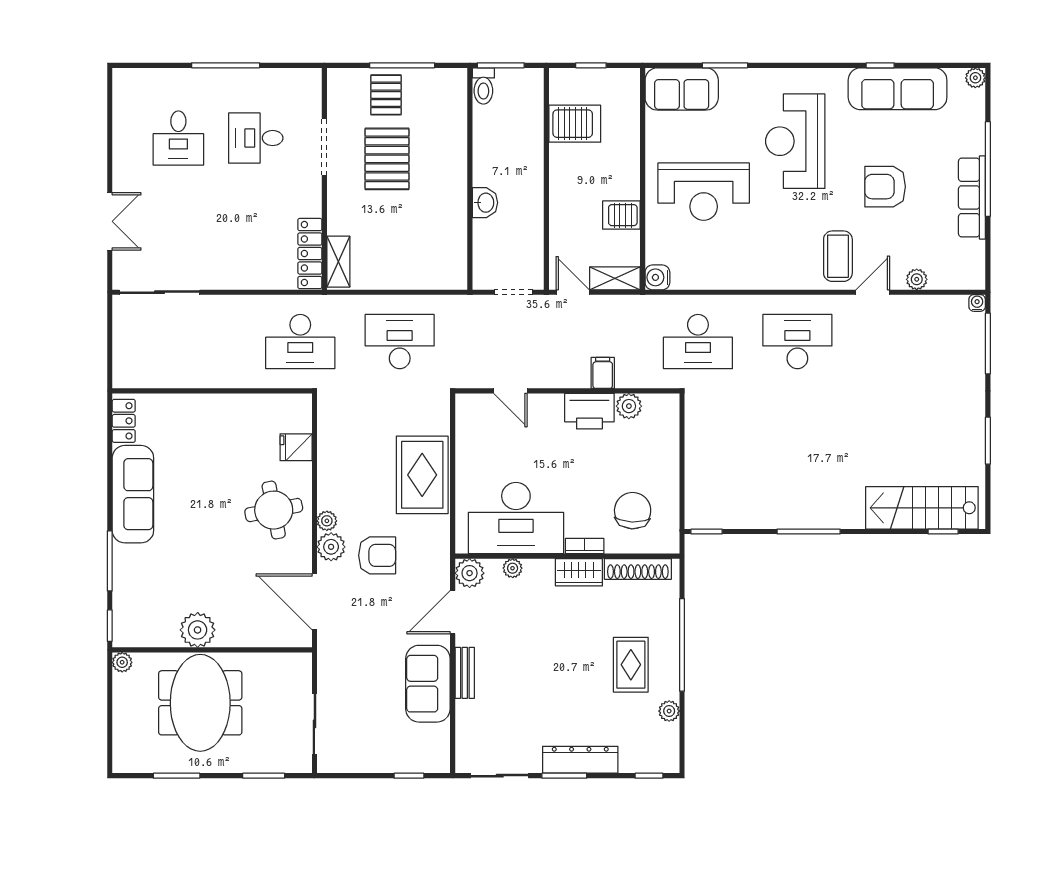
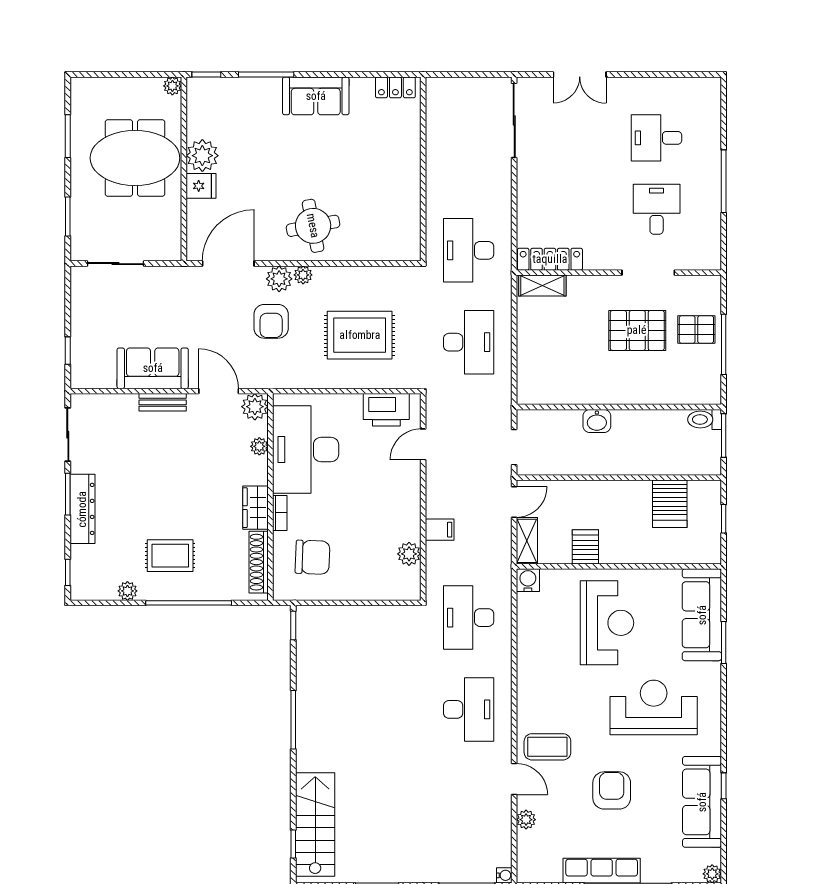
sofa: (682, 89) -> (702, 615), width x1.36
reception desk: (704, 192) -> (607, 623), turned 180
printer: (589, 411) -> (386, 410), moved, turned -90
fridge: (296, 447) -> (201, 186), moved, turned 90
rug: (422, 475) -> (360, 335), moved
sofa: (133, 494) -> (316, 96), width x0.73

